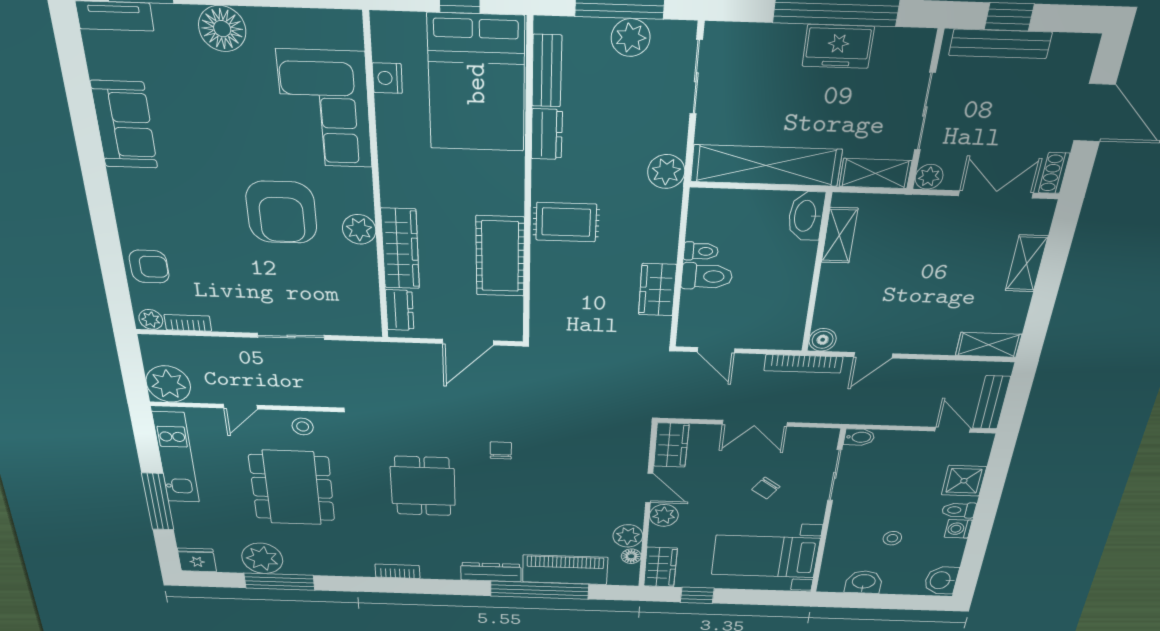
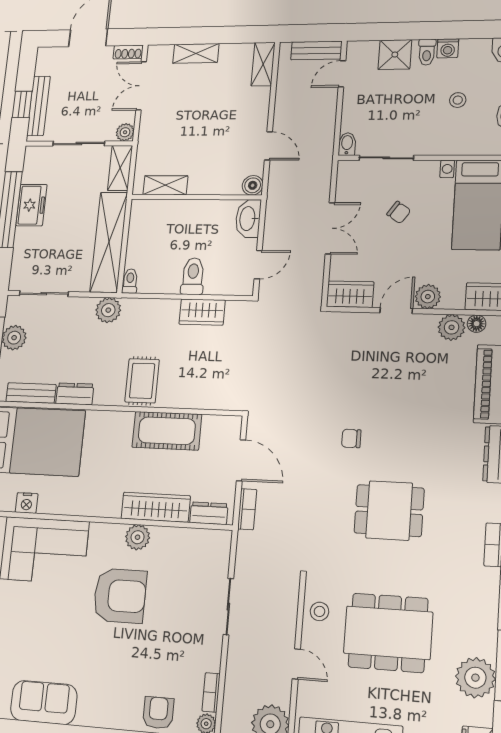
washbasin: (806, 216) -> (248, 219), moved, turned 90
toilet: (701, 251) -> (130, 281), moved
bookcase: (803, 364) -> (247, 509), moved, width x0.64

